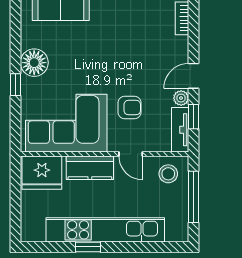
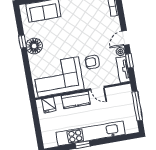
window: (16, 85) -> (22, 42), moved
armchair: (129, 108) -> (92, 62), turned 180
fridge: (42, 173) -> (49, 105), width x0.53, depth x0.75
stool: (168, 174) -> (121, 96), removed

